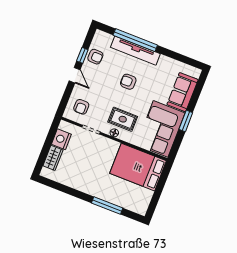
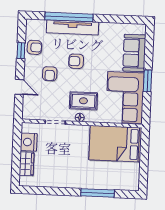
door: (75, 75) -> (19, 87), moved
armchair: (81, 107) -> (50, 74), moved

